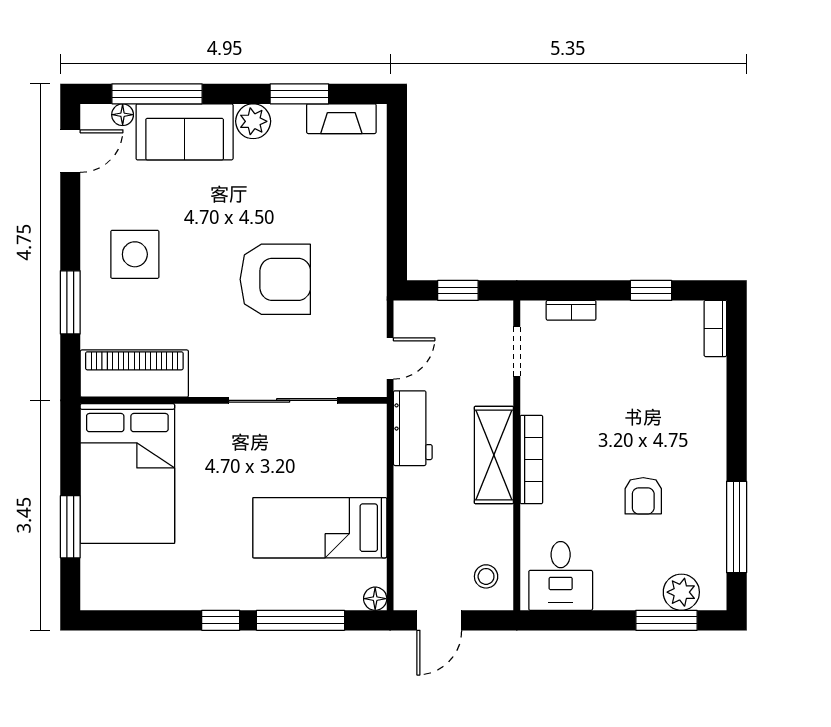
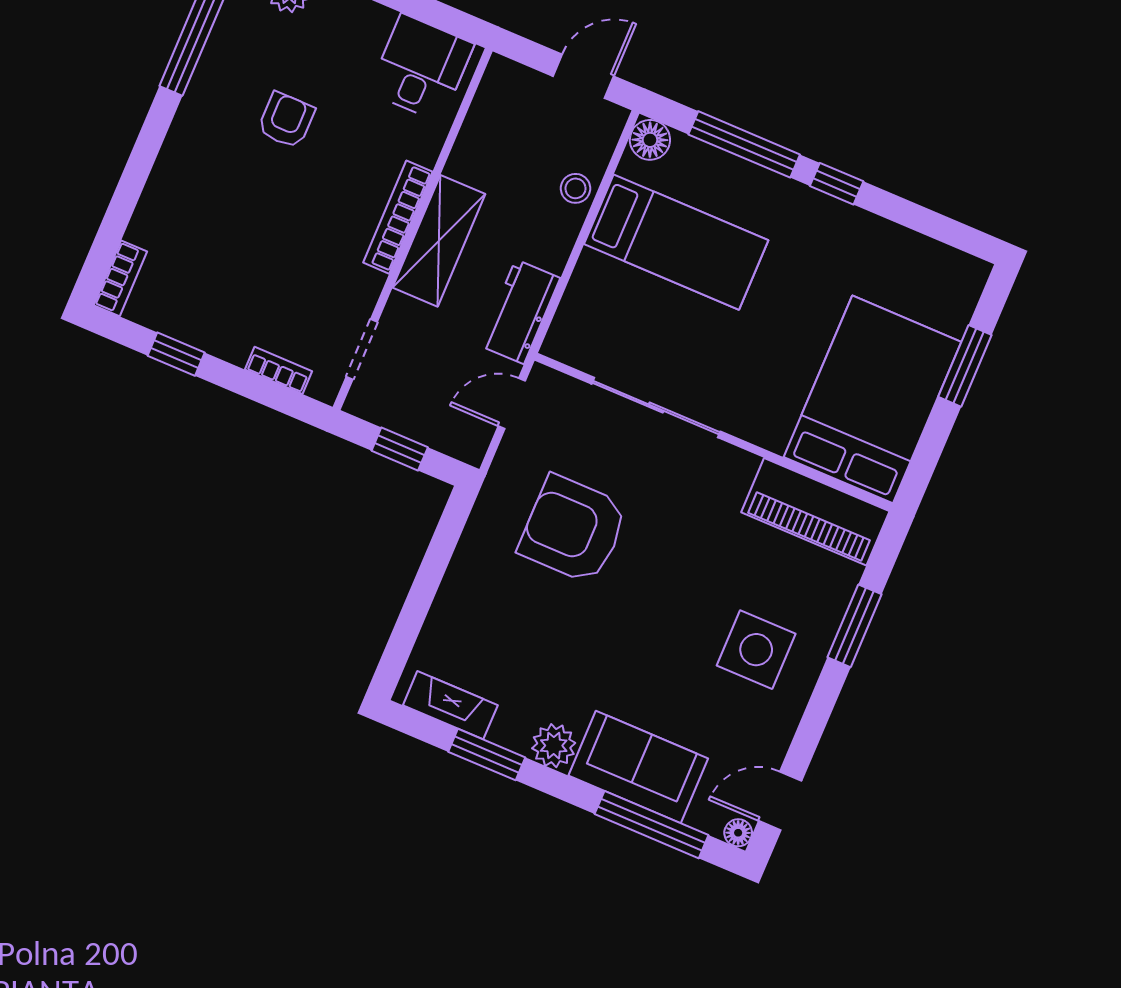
floor lamp: (123, 115) -> (738, 833), moved
armchair: (275, 279) -> (573, 529), moved
stool: (486, 576) -> (575, 188), moved
floor lamp: (375, 599) -> (650, 140), width x1.37, depth x1.37

